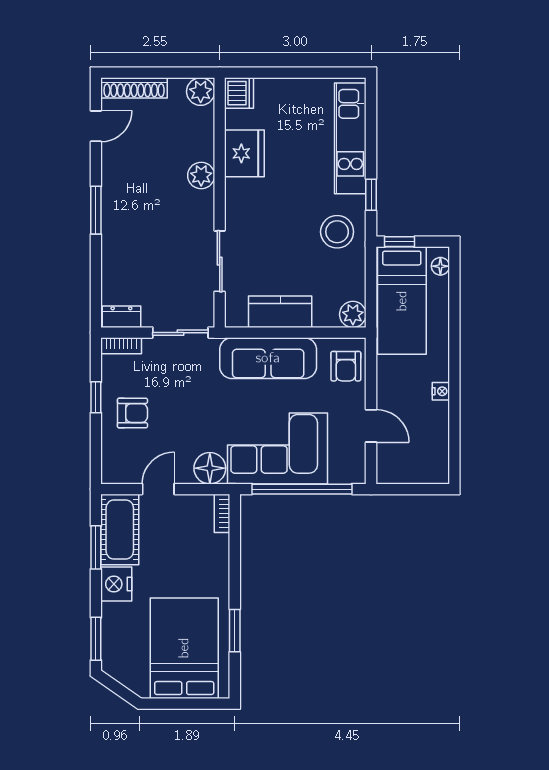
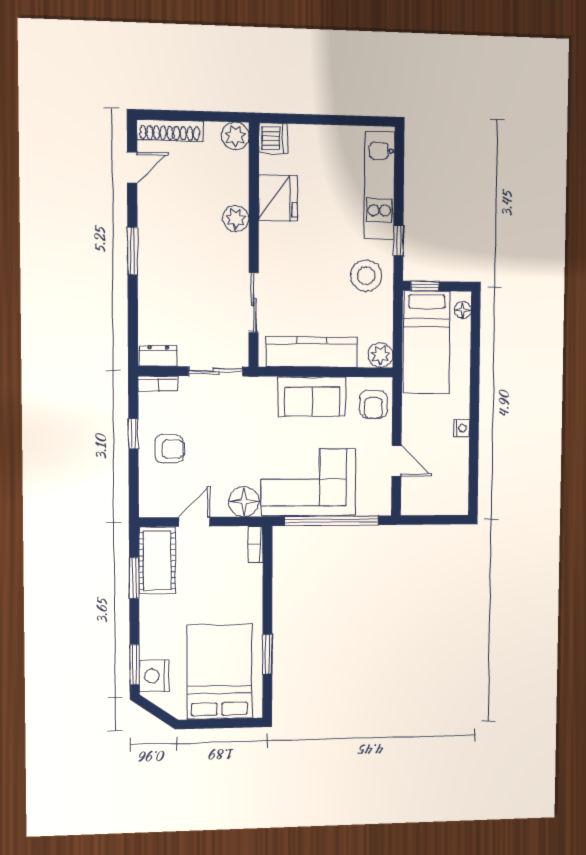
kitchen counter: (280, 312) -> (312, 352), width x1.50
sofa: (268, 358) -> (312, 396), width x0.73
nightstand: (116, 584) -> (154, 676), moved

